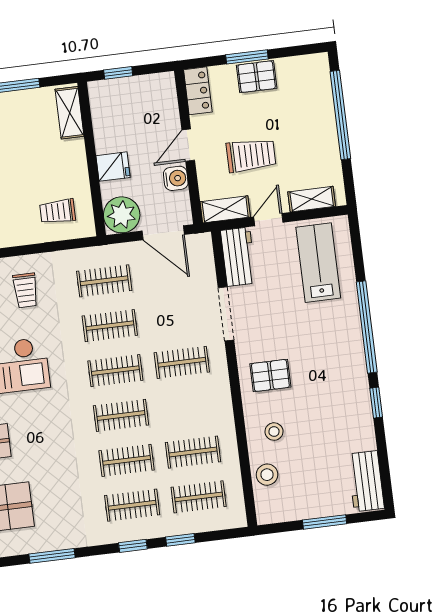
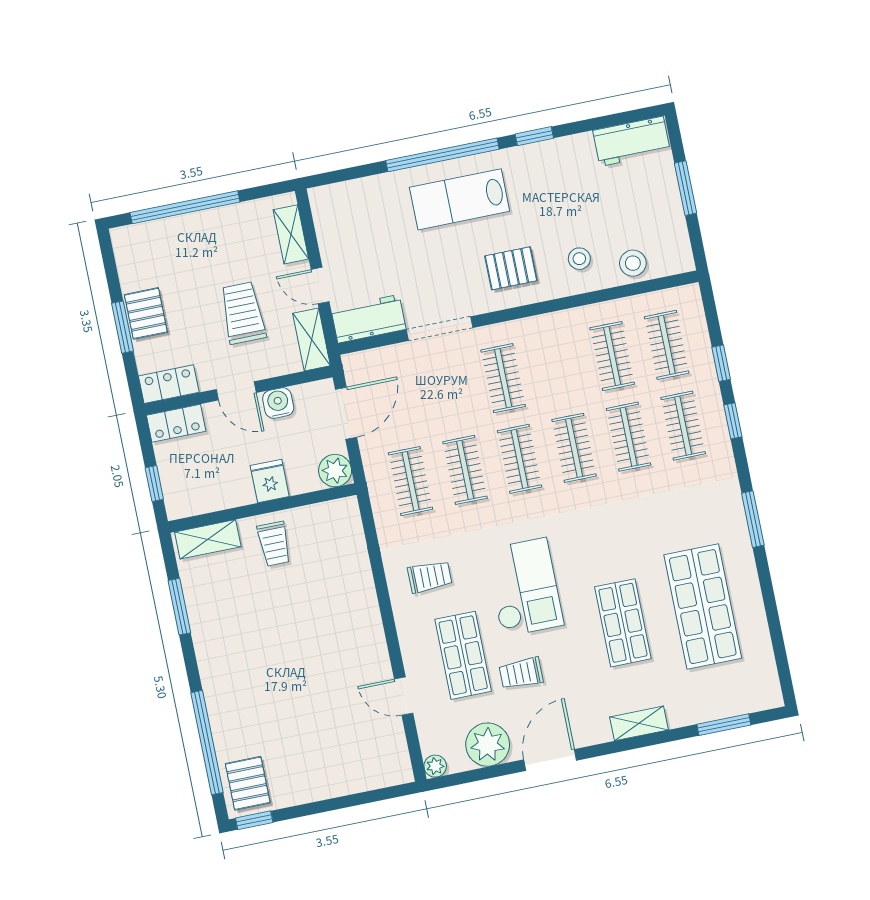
locker: (166, 94) -> (176, 423), added
trolley: (58, 211) -> (274, 544), moved
plant: (122, 215) -> (335, 471), width x0.73, depth x0.73
lab bench: (318, 263) -> (460, 199), moved
pallet: (270, 375) -> (511, 268), turned 90

